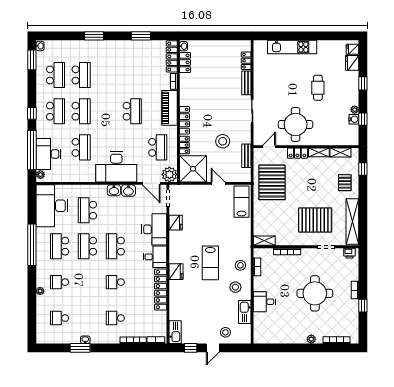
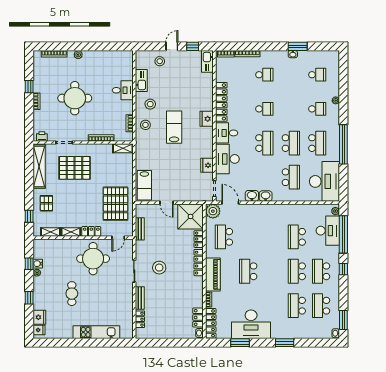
stool: (223, 141) -> (159, 268), moved
desk: (116, 167) -> (251, 324), moved, turned 180

